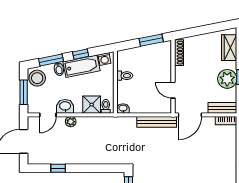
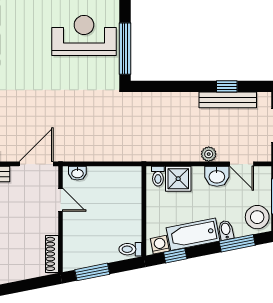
window: (81, 54) -> (175, 256), moved
toilet: (125, 76) -> (130, 249), moved
washbasin: (123, 108) -> (77, 173), moved
door: (48, 115) -> (242, 164), swing flipped
bench: (157, 122) -> (228, 100), moved

